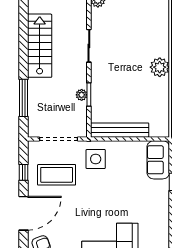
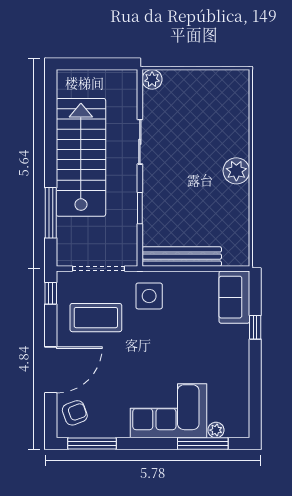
stairs: (40, 46) -> (81, 157), width x1.36, depth x1.51
plant: (82, 95) -> (130, 209), removed
window: (23, 172) -> (51, 293), moved

